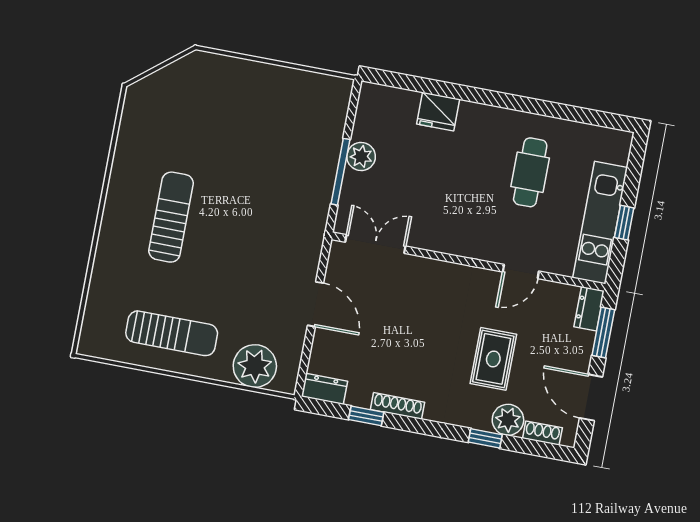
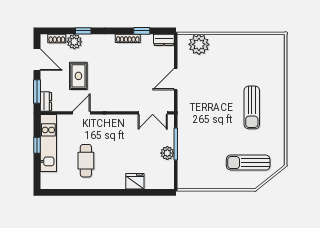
door: (315, 304) -> (176, 79), hinge flipped
sun lounger: (172, 333) -> (248, 163), moved
rug: (493, 359) -> (78, 76), moved

